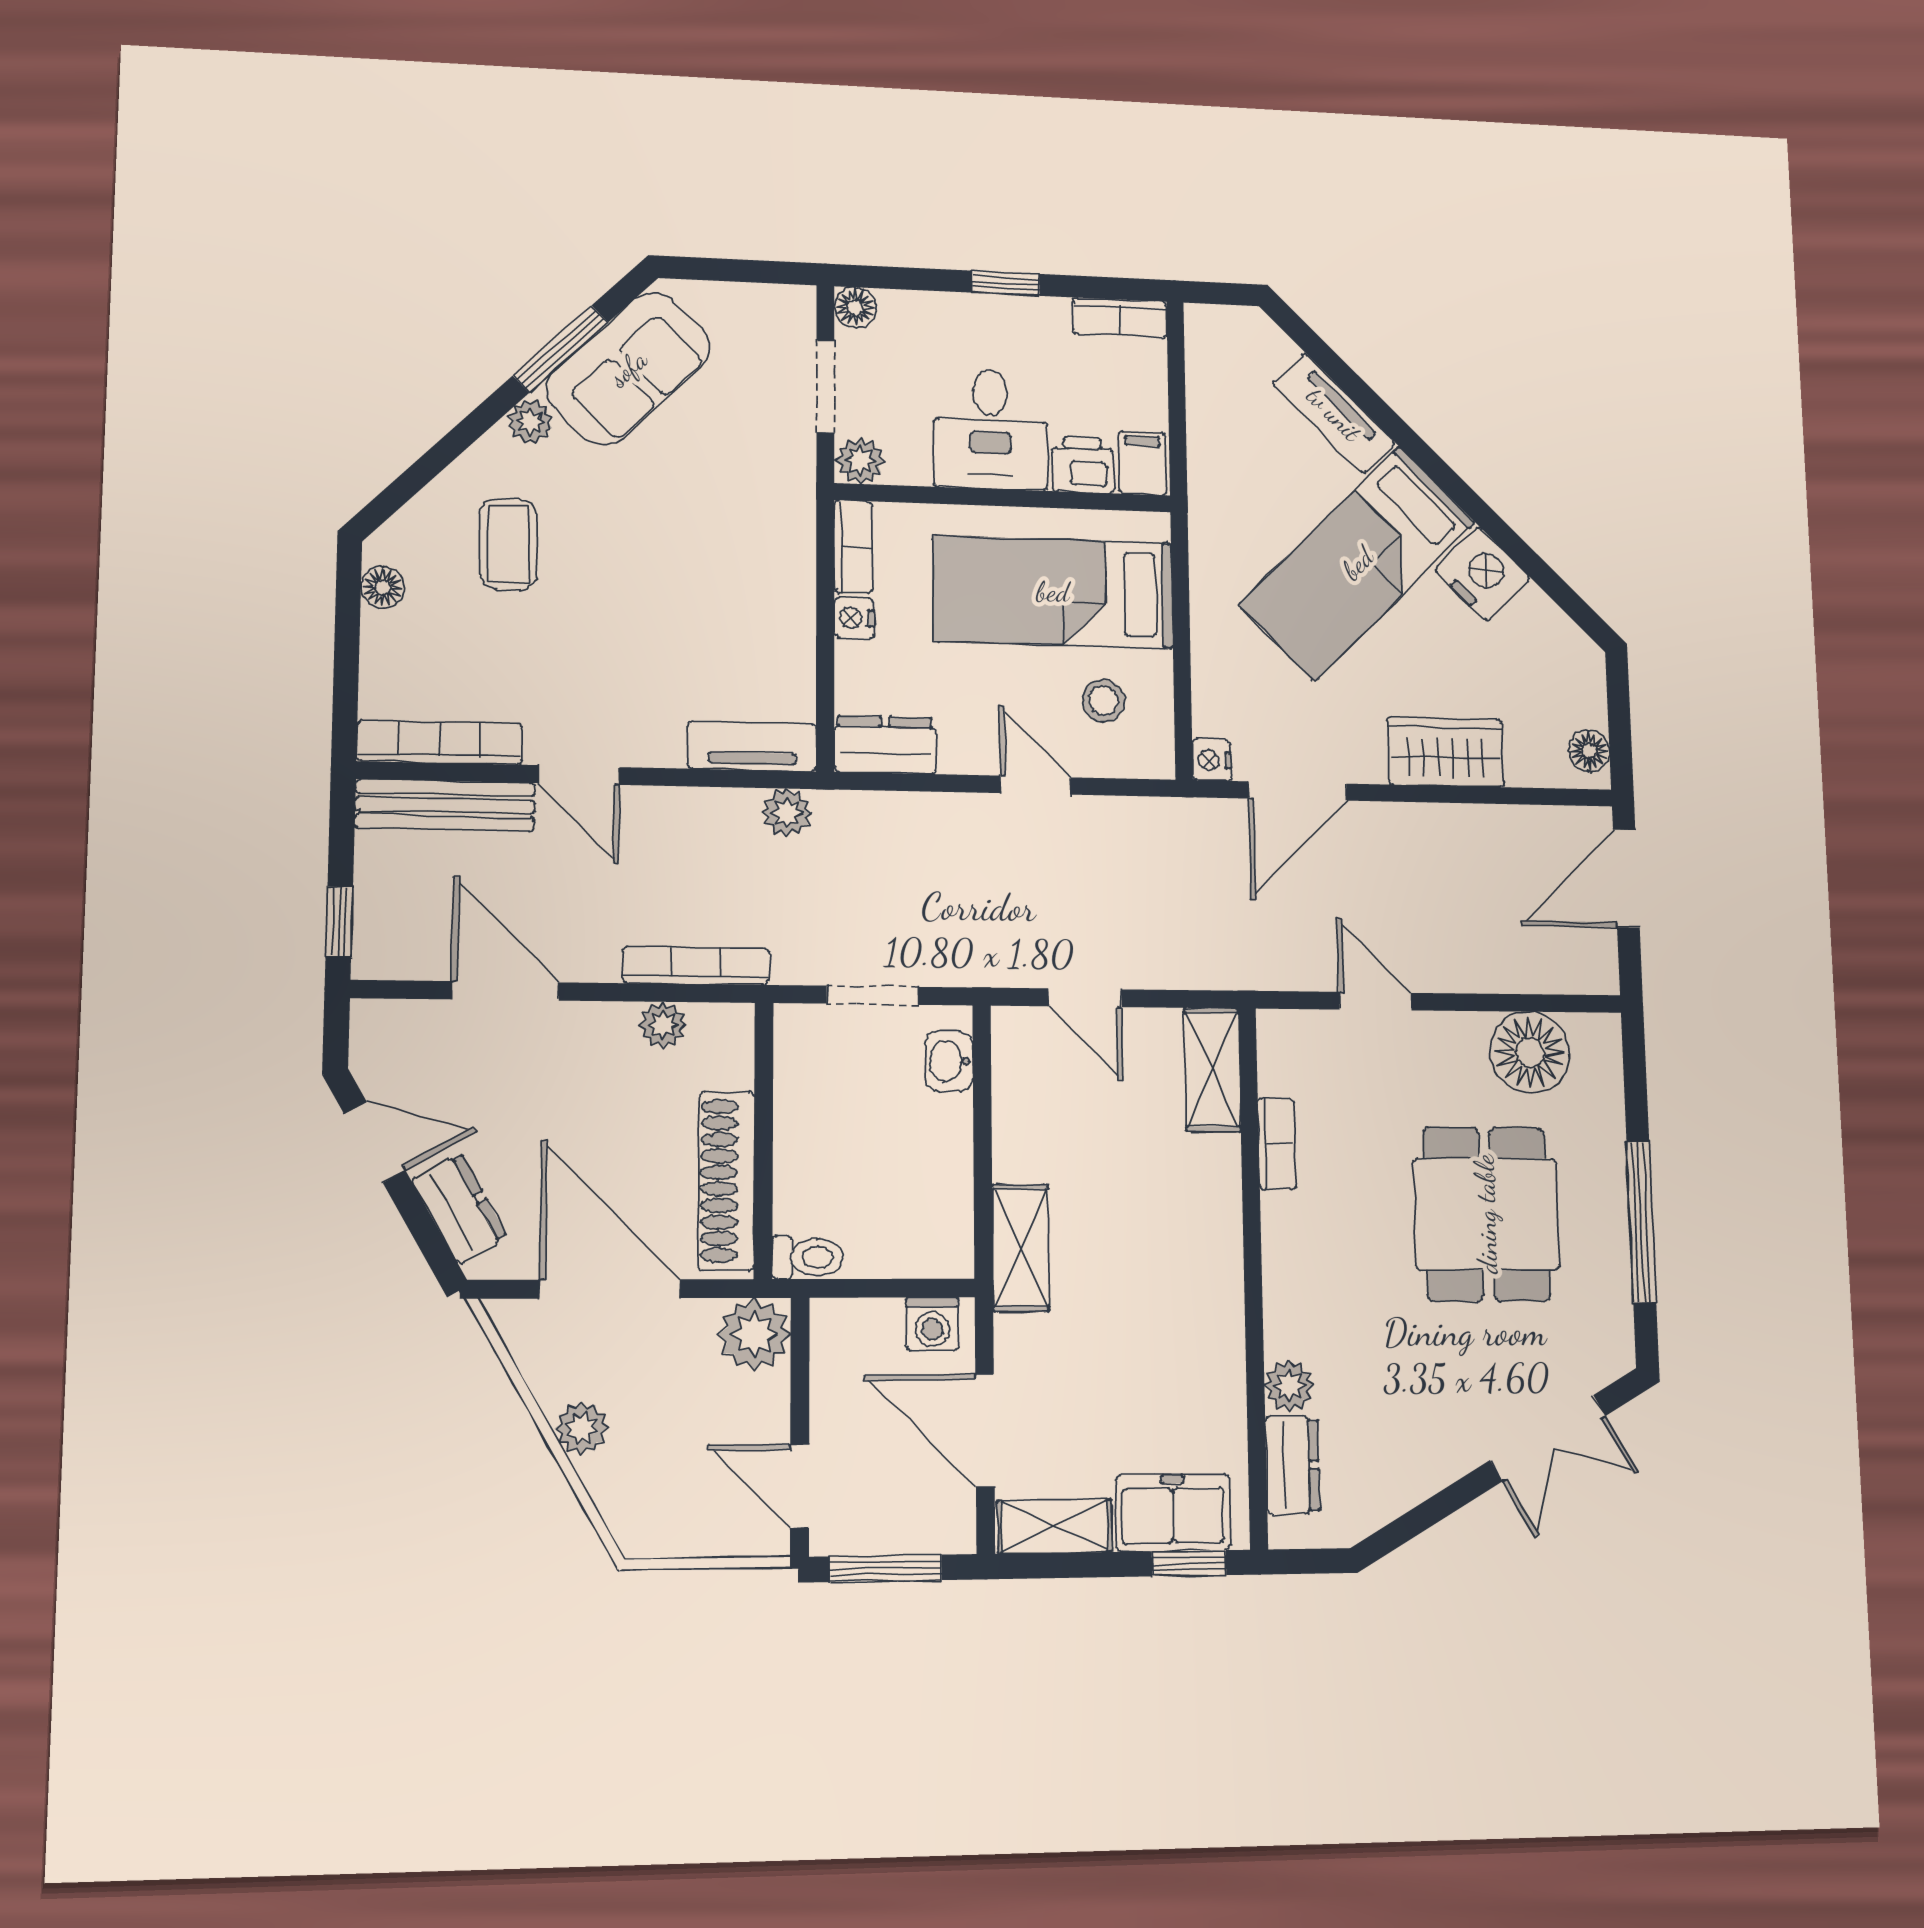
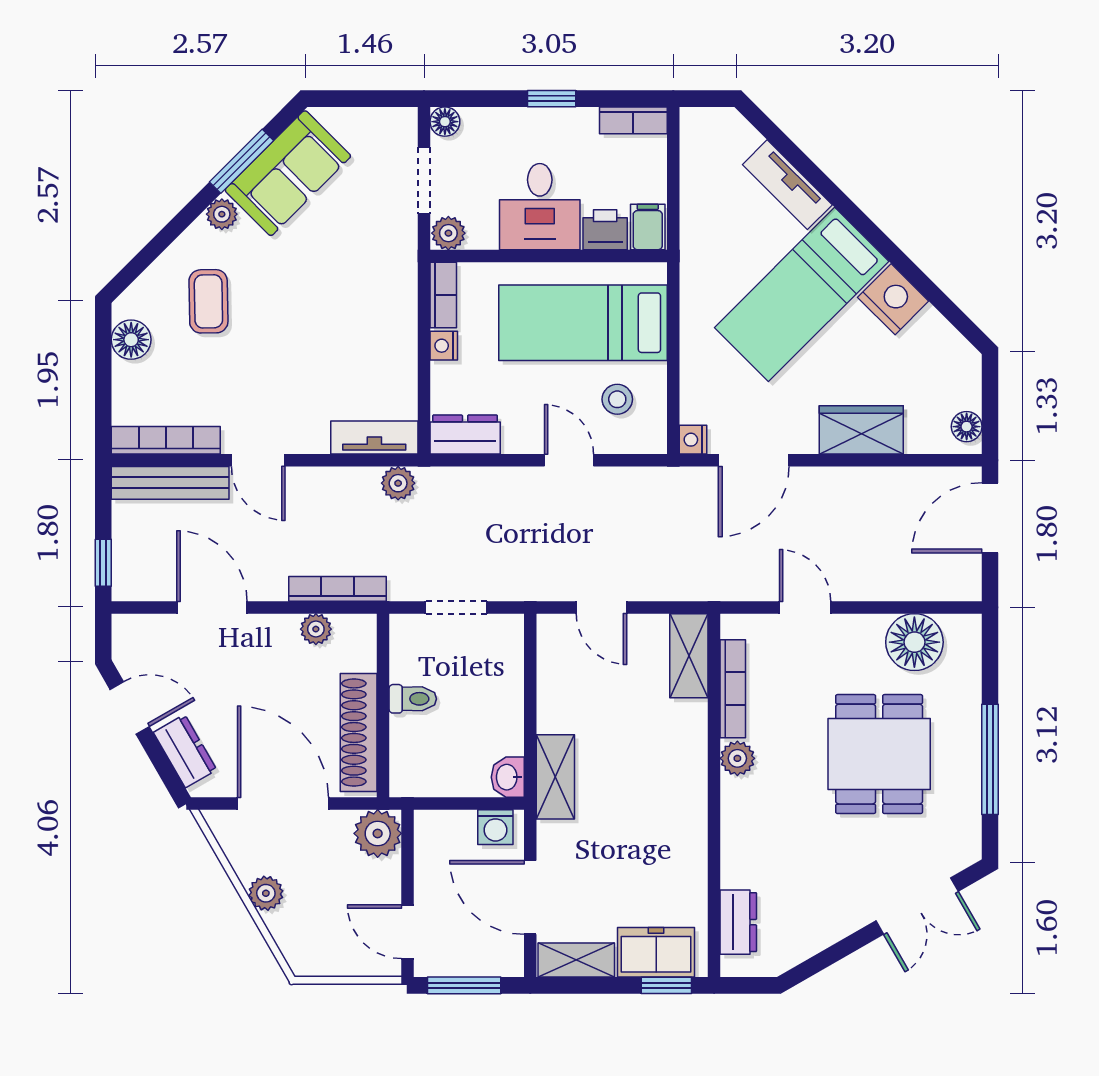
floor lamp: (383, 587) -> (131, 340), width x1.37, depth x1.37
washbasin: (949, 1061) -> (508, 777), moved
bookcase: (1277, 1144) -> (733, 689), width x1.56
toilet: (808, 1257) -> (413, 699), moved
plant: (1289, 1386) -> (737, 758), moved

